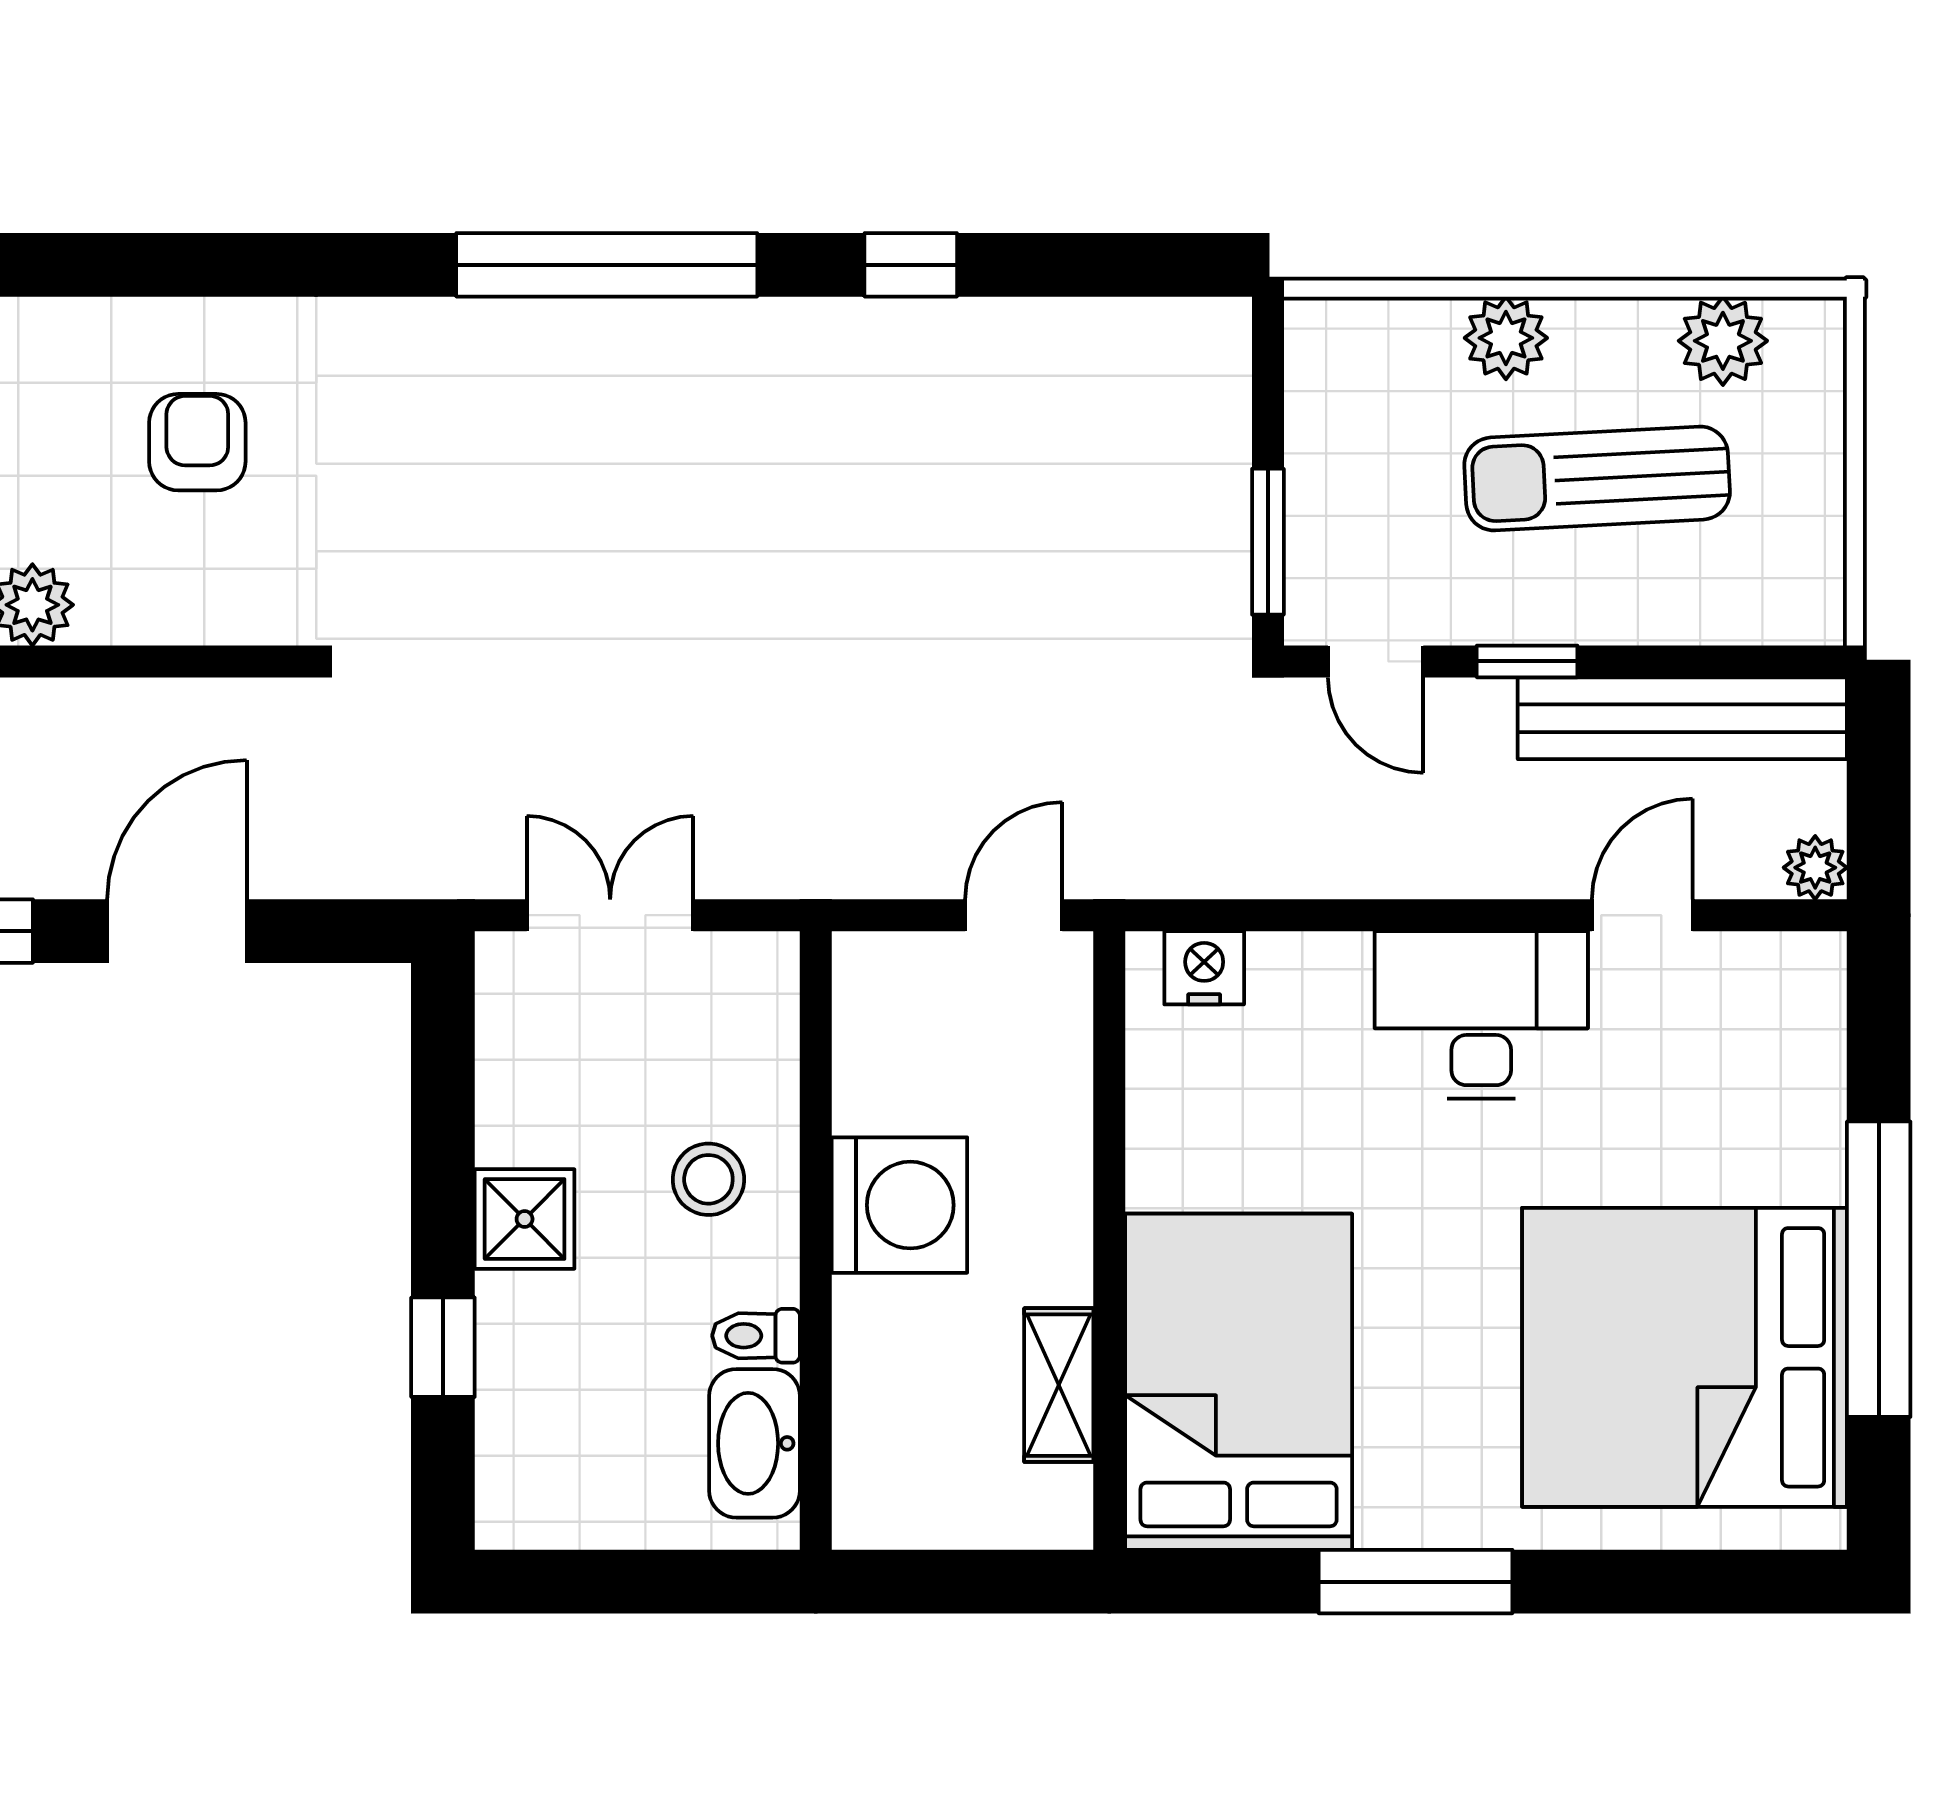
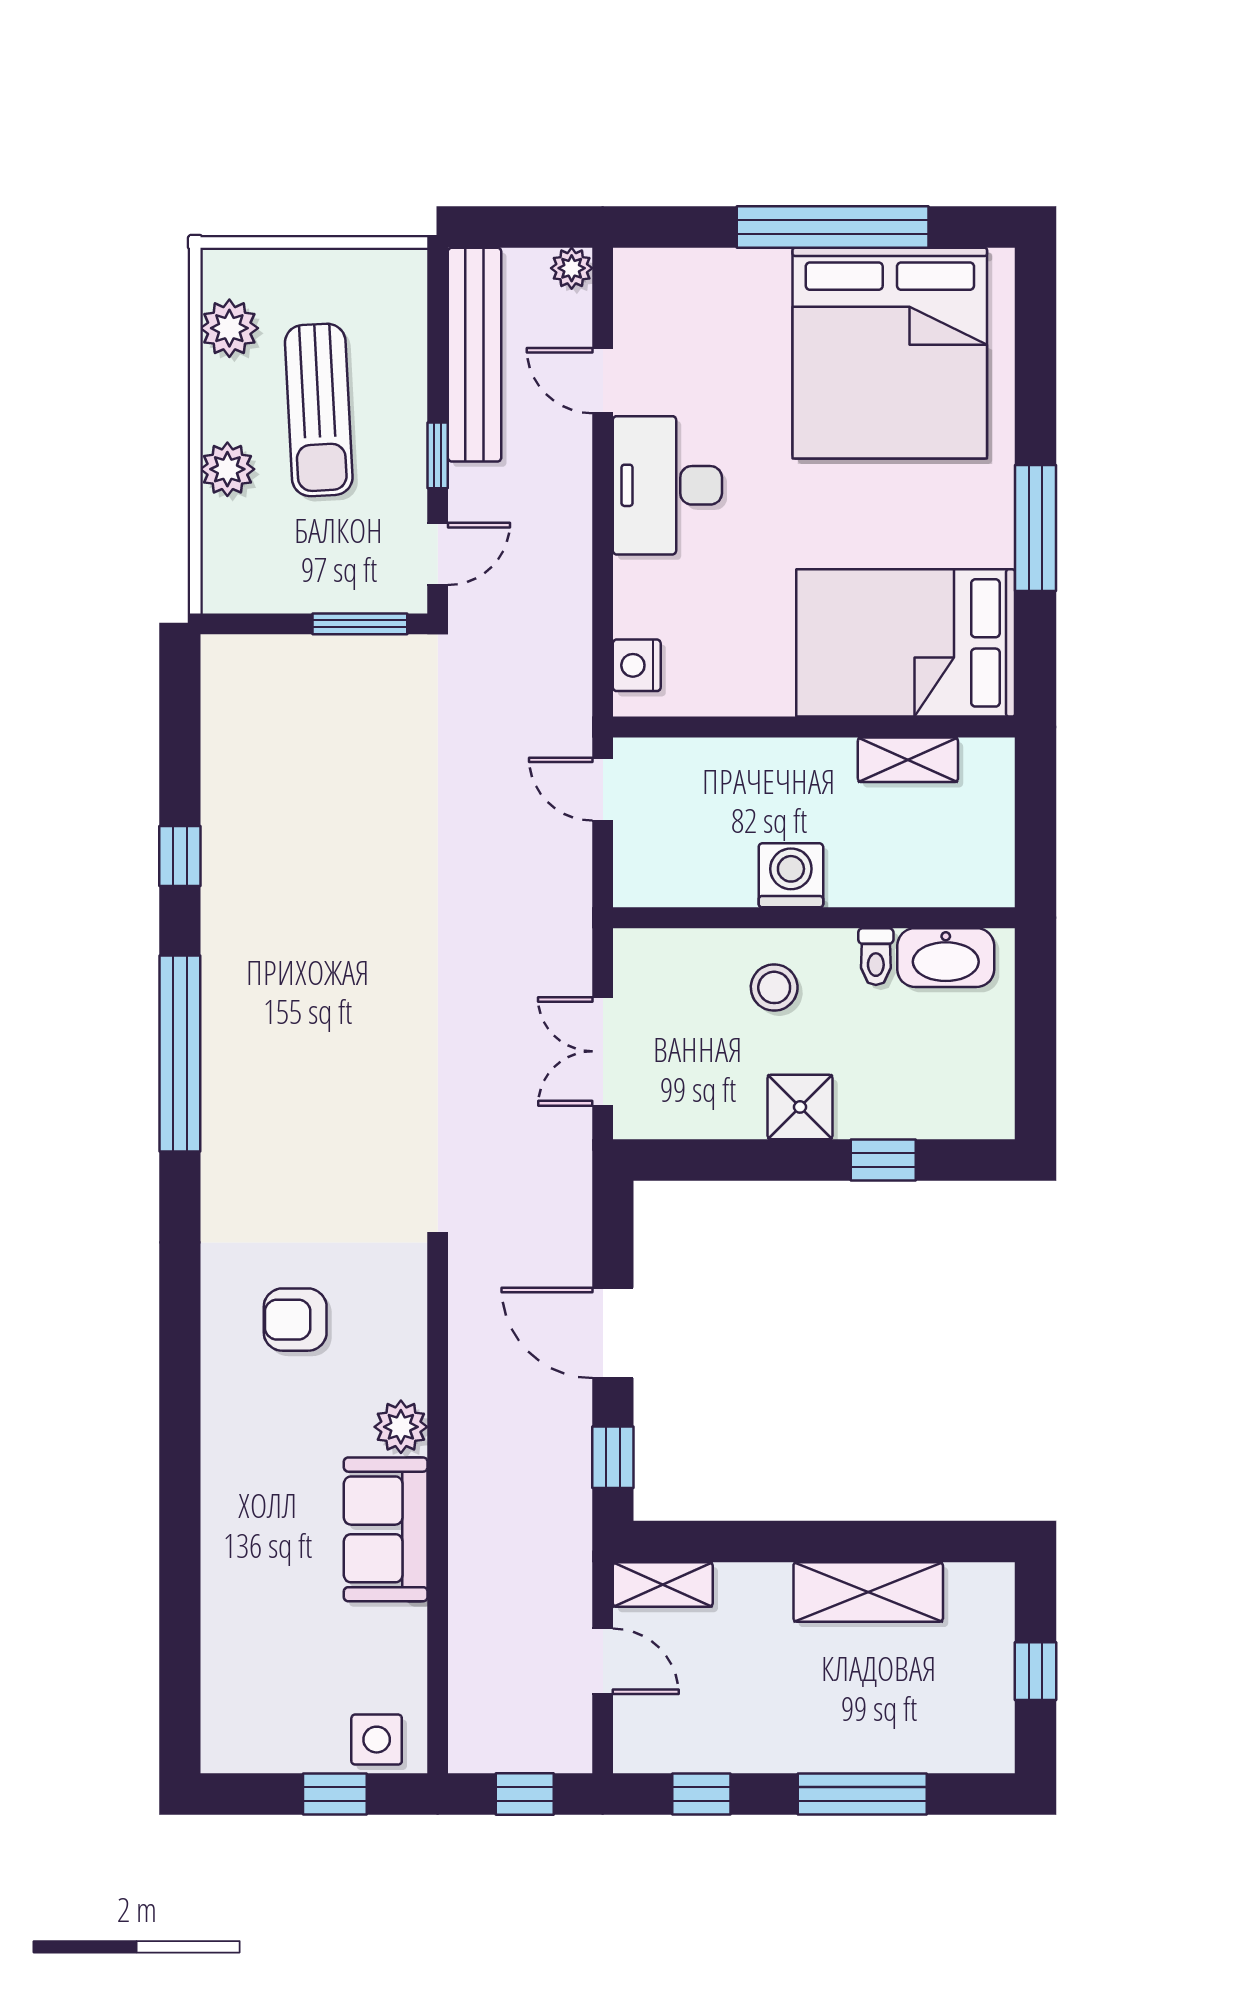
washing machine: (899, 1205) -> (791, 875), width x0.73, depth x0.73

